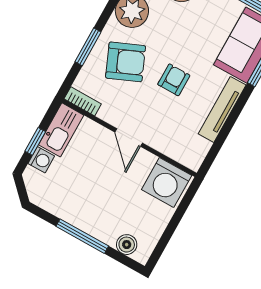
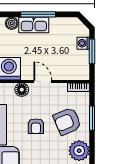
kitchen sink: (61, 130) -> (34, 25), moved, turned -90
window: (35, 141) -> (92, 51), width x1.50
floor lamp: (165, 143) -> (22, 90), added

